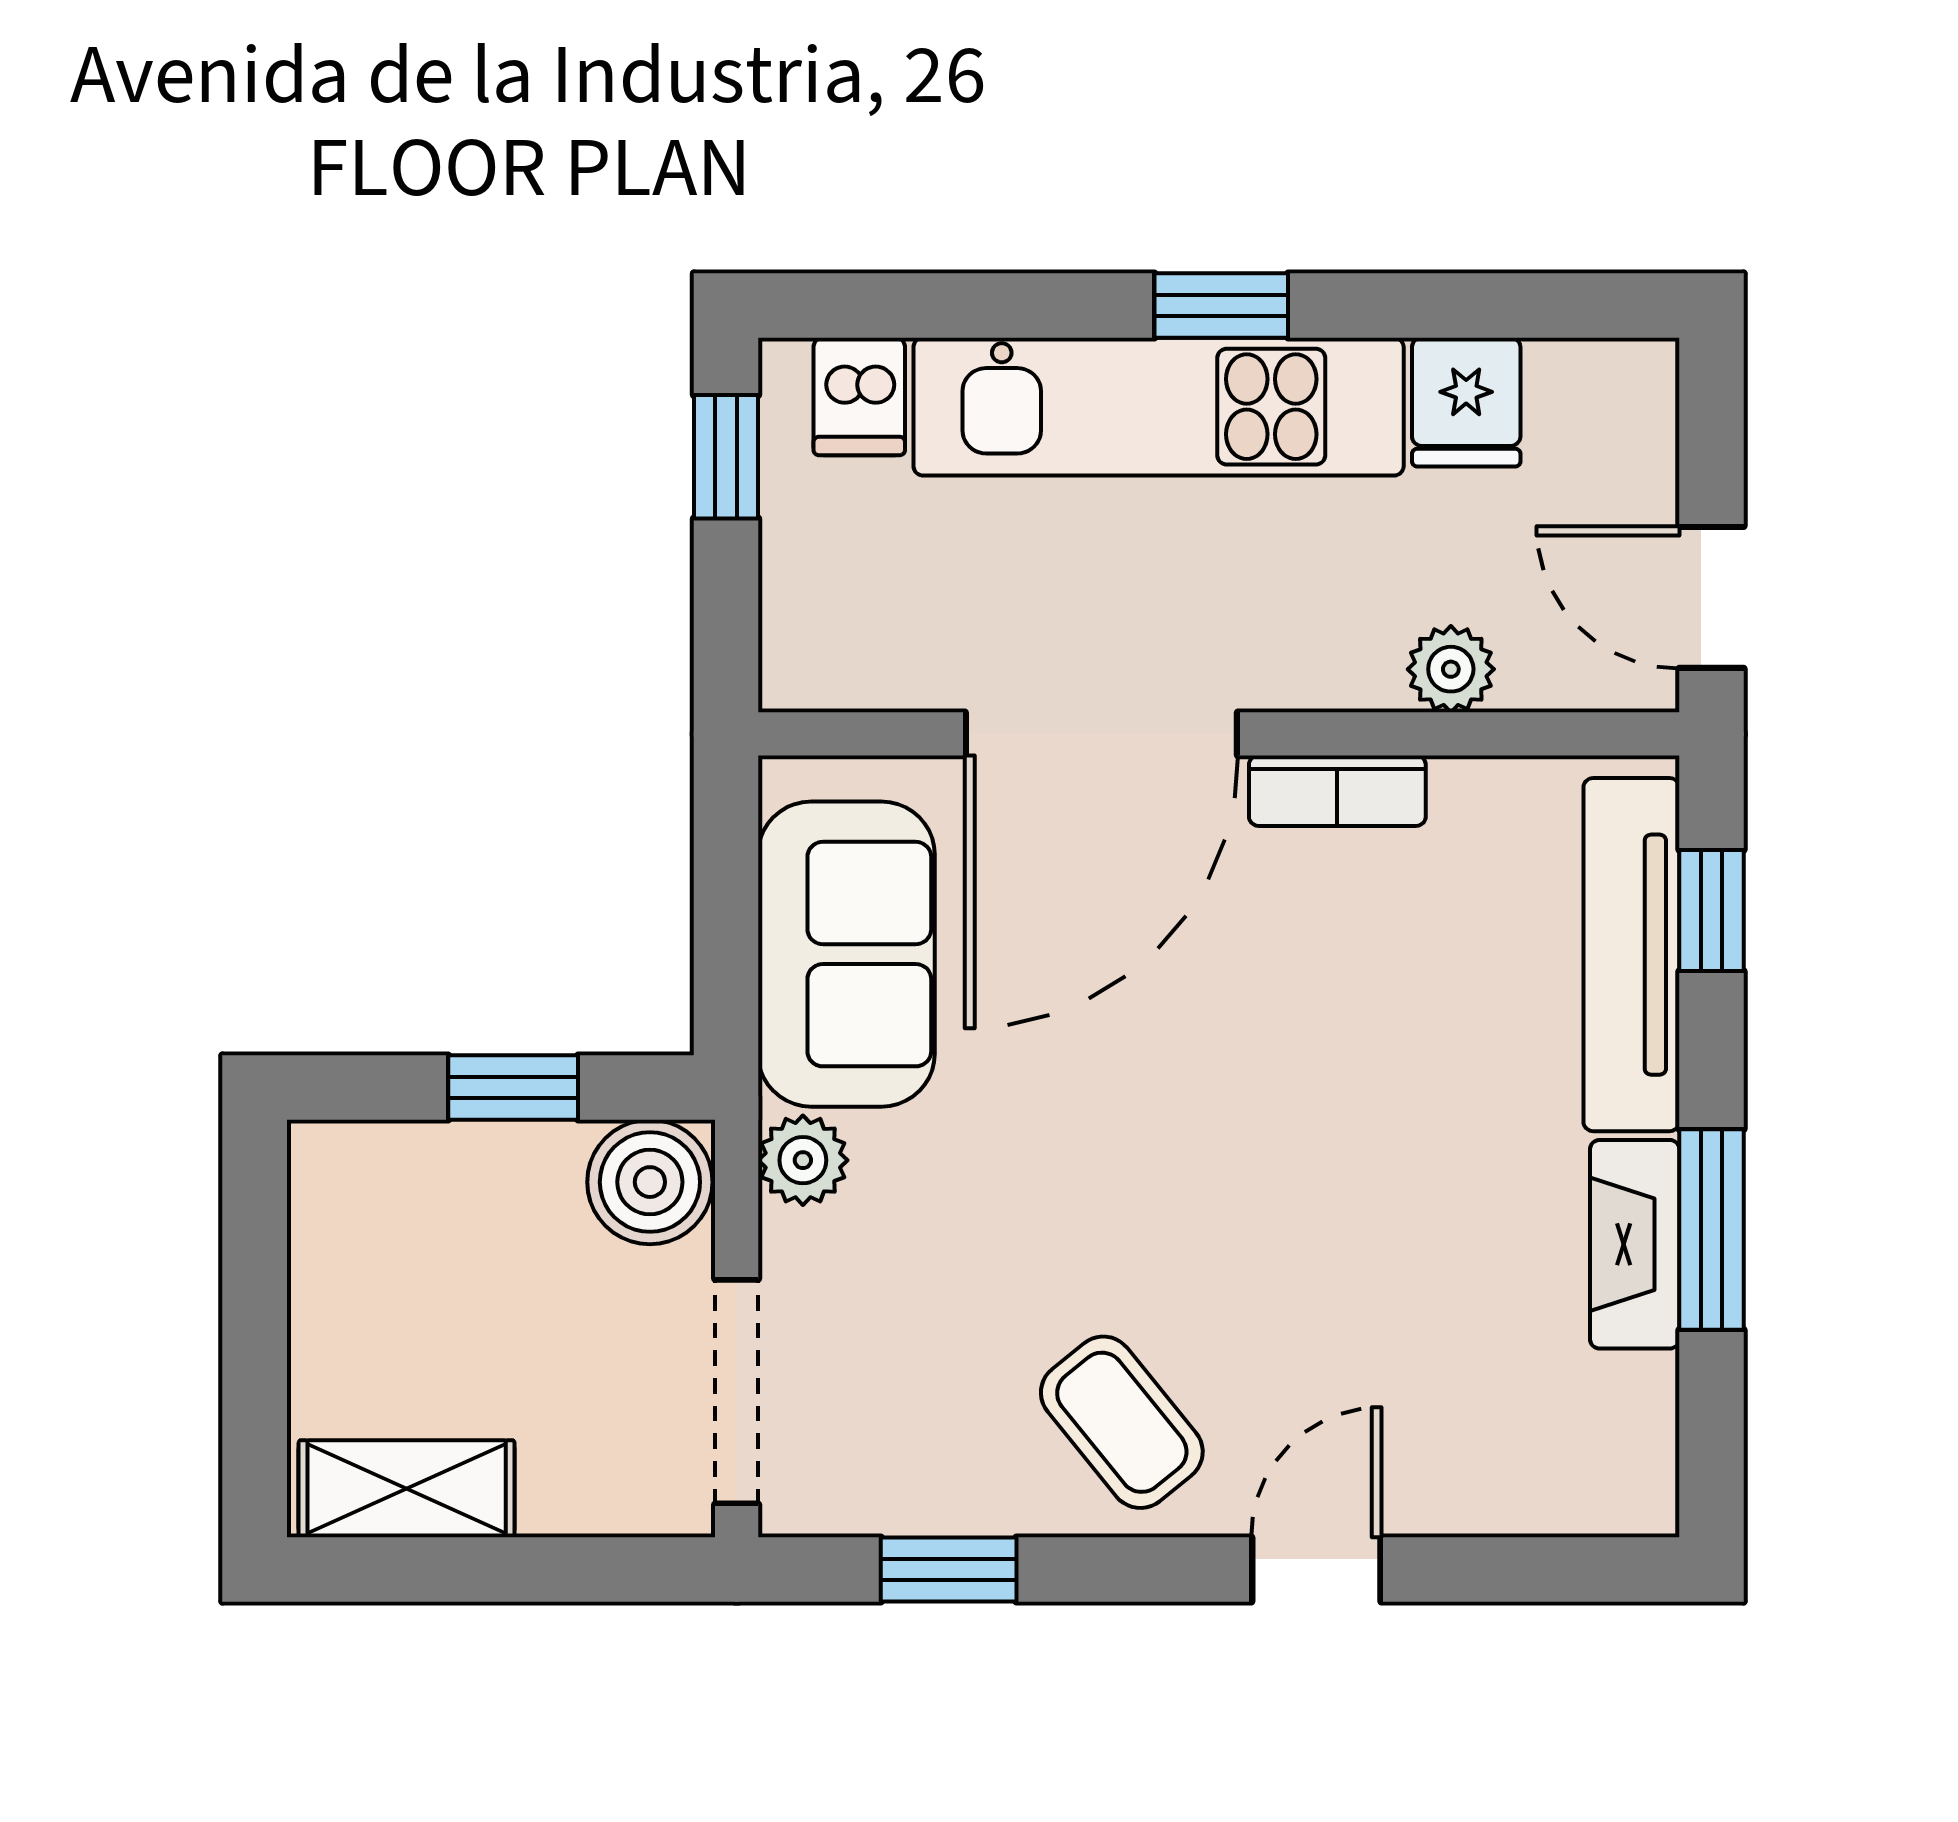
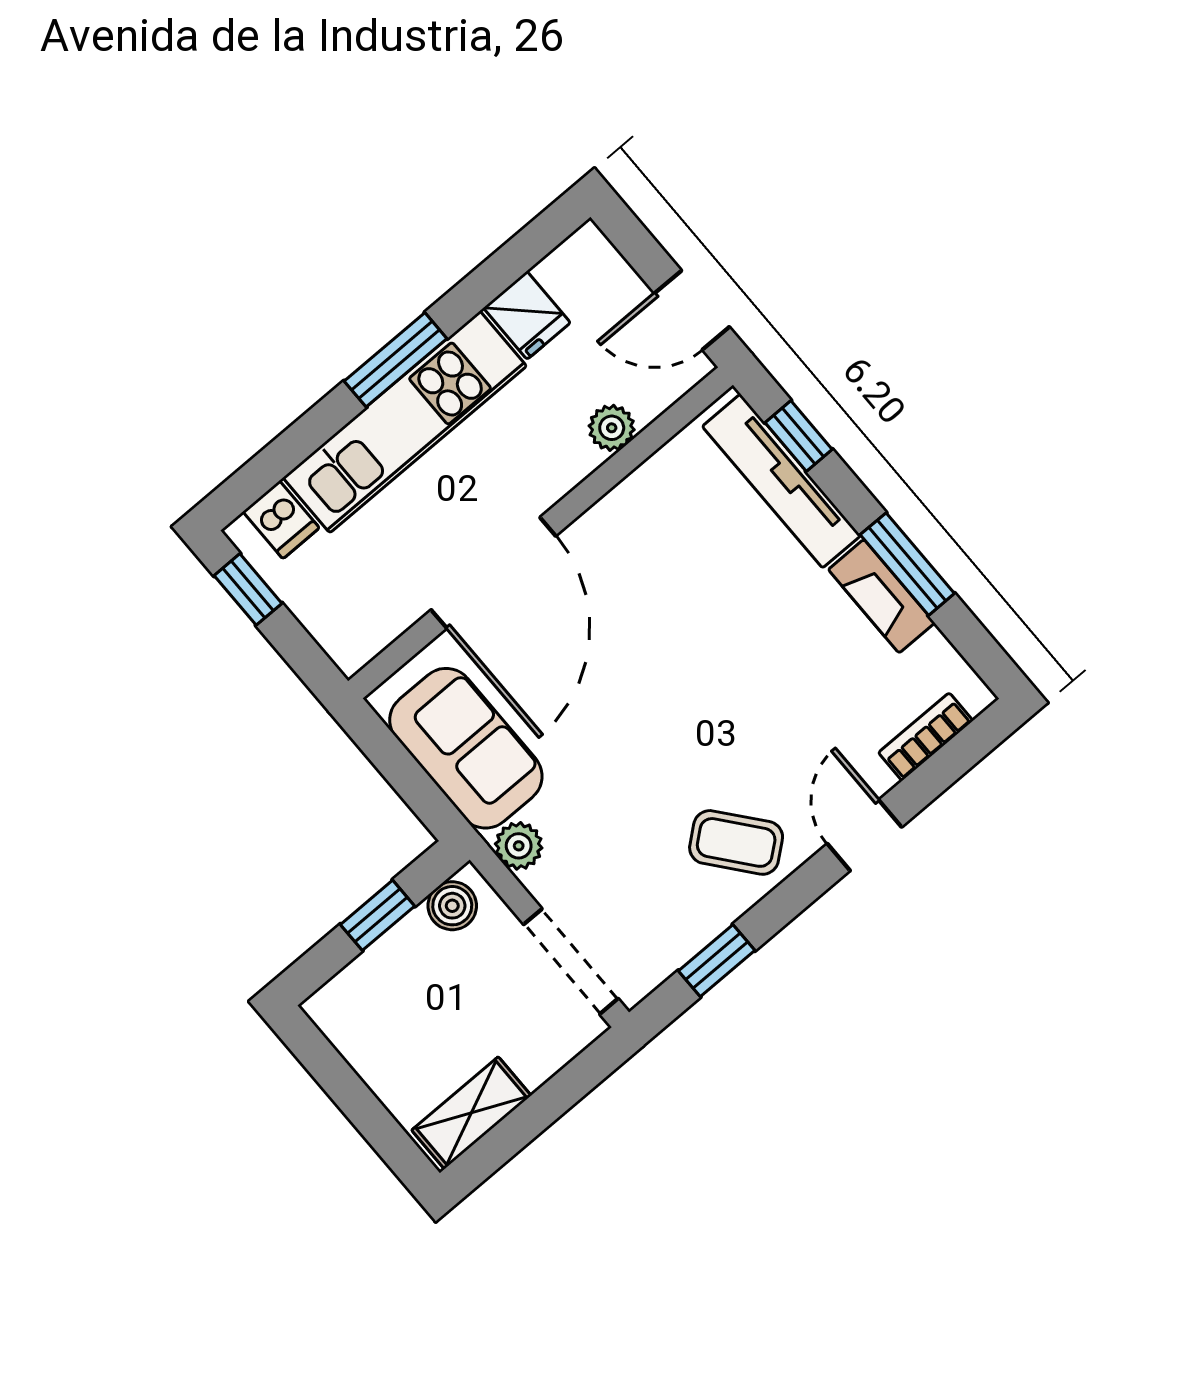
window: (1221, 305) -> (396, 360), width x1.50
bookcase: (1337, 791) -> (926, 737), moved, turned 180
boiler: (650, 1182) -> (452, 906), width x0.73, depth x0.73

